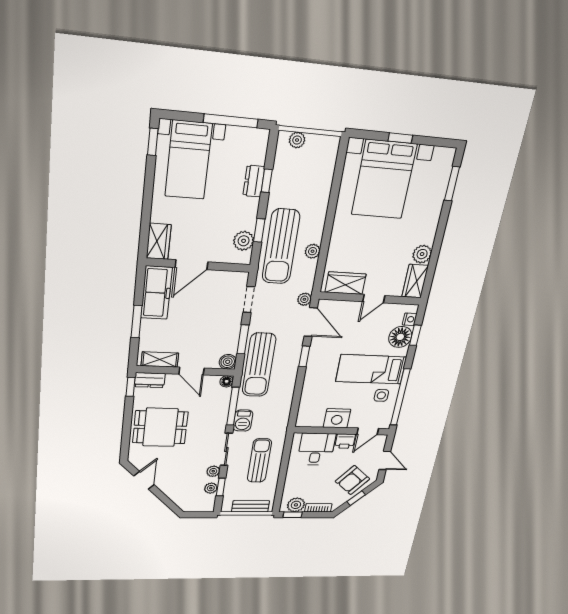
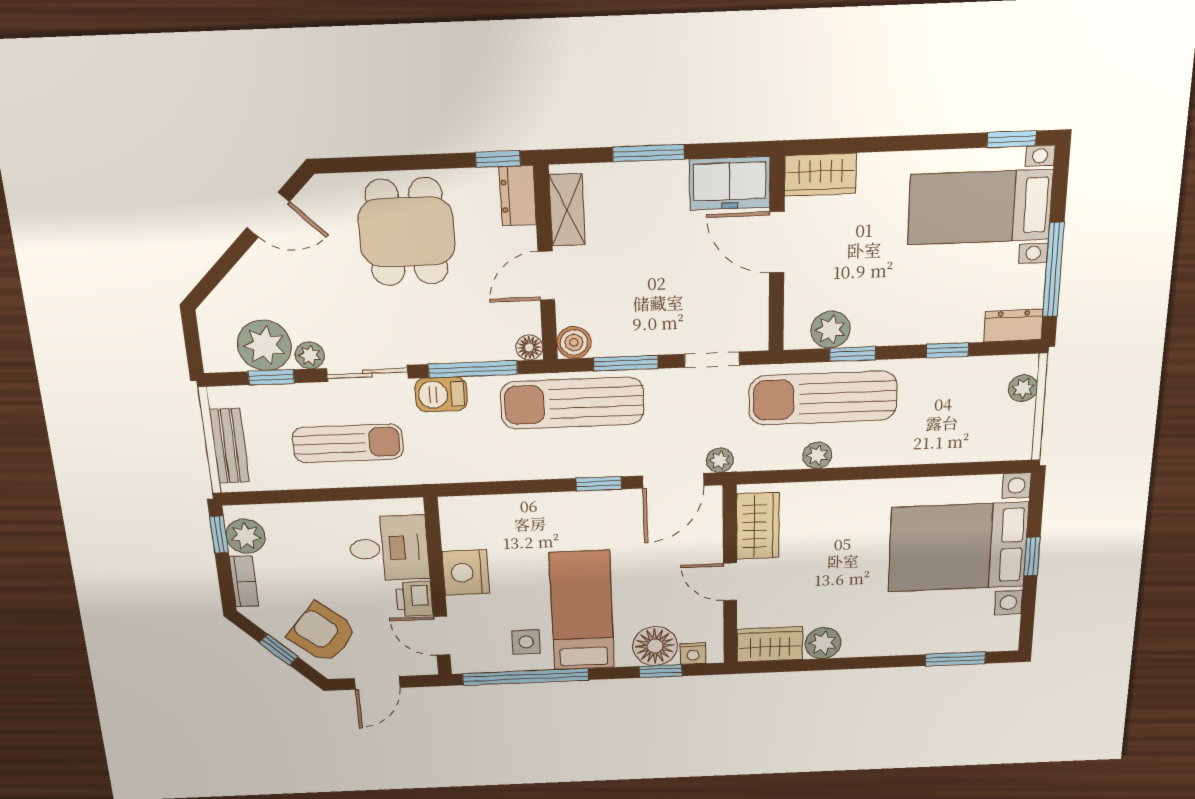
dresser: (254, 181) -> (1013, 326), moved
freezer: (156, 293) -> (730, 183), width x0.71
plant: (211, 488) -> (264, 345), width x1.88, depth x1.88

